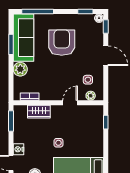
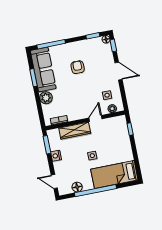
armchair: (62, 43) -> (78, 67), width x0.53, depth x0.53
wardrobe: (39, 112) -> (75, 131), width x1.50
nightstand: (18, 149) -> (56, 156), moved

